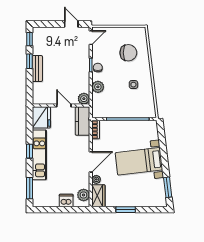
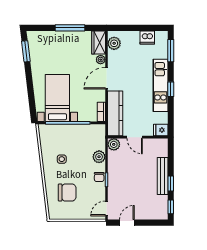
door: (71, 24) -> (127, 223), swing flipped
chair: (128, 53) -> (67, 193), turned 180
bench: (37, 68) -> (163, 176), width x1.36
fridge: (41, 117) -> (161, 130), width x0.53, depth x0.75
kitchen counter: (83, 121) -> (115, 113), width x1.50
bed with nightstands: (139, 161) -> (57, 98), moved, turned -83
dishwasher: (66, 201) -> (147, 37), moved
window: (126, 210) -> (70, 28), width x1.44

